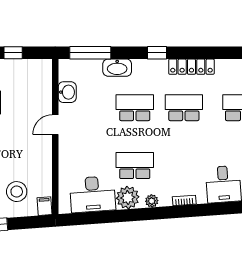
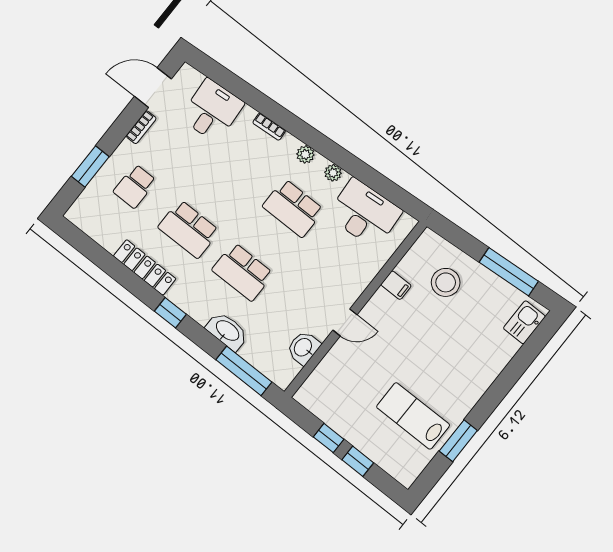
plant: (128, 198) -> (333, 173), width x0.53, depth x0.53
filing cabinet: (45, 206) -> (396, 285), moved, turned -86

